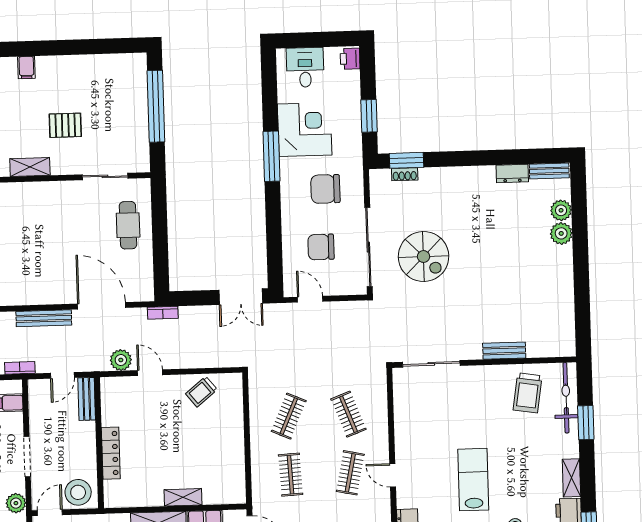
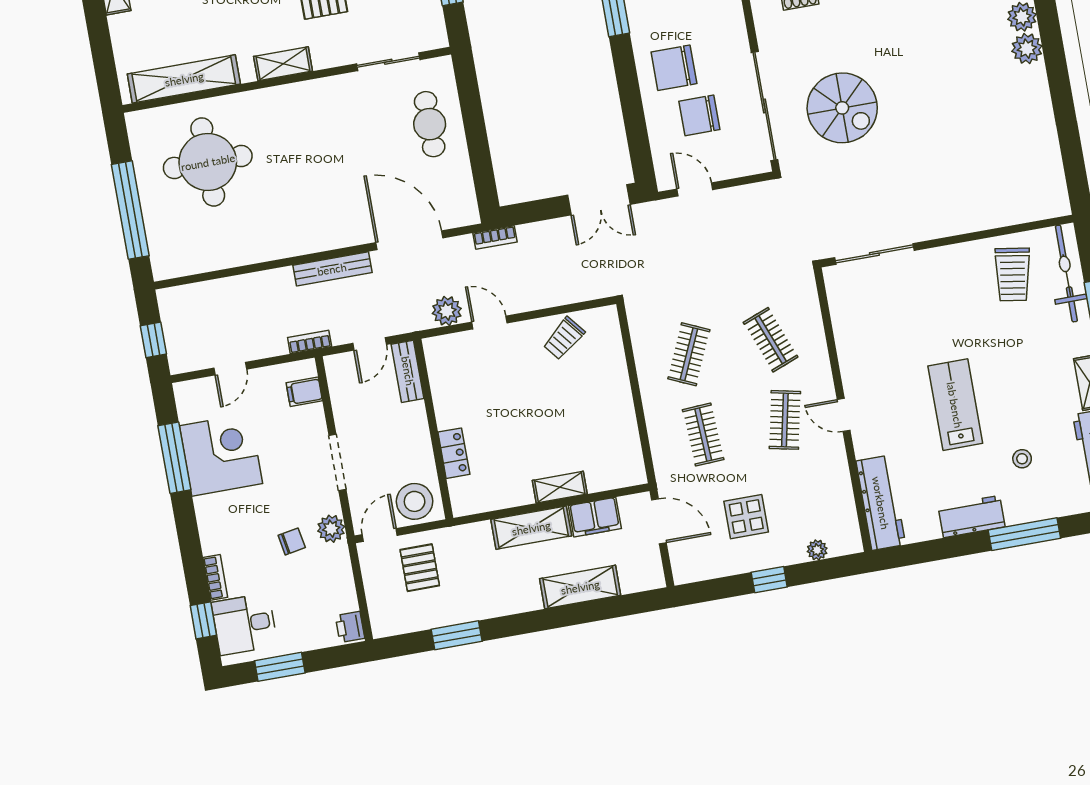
chair: (325, 189) -> (674, 68), moved
bench: (504, 351) -> (972, 221), removed
locker: (111, 453) -> (454, 453), width x0.66

